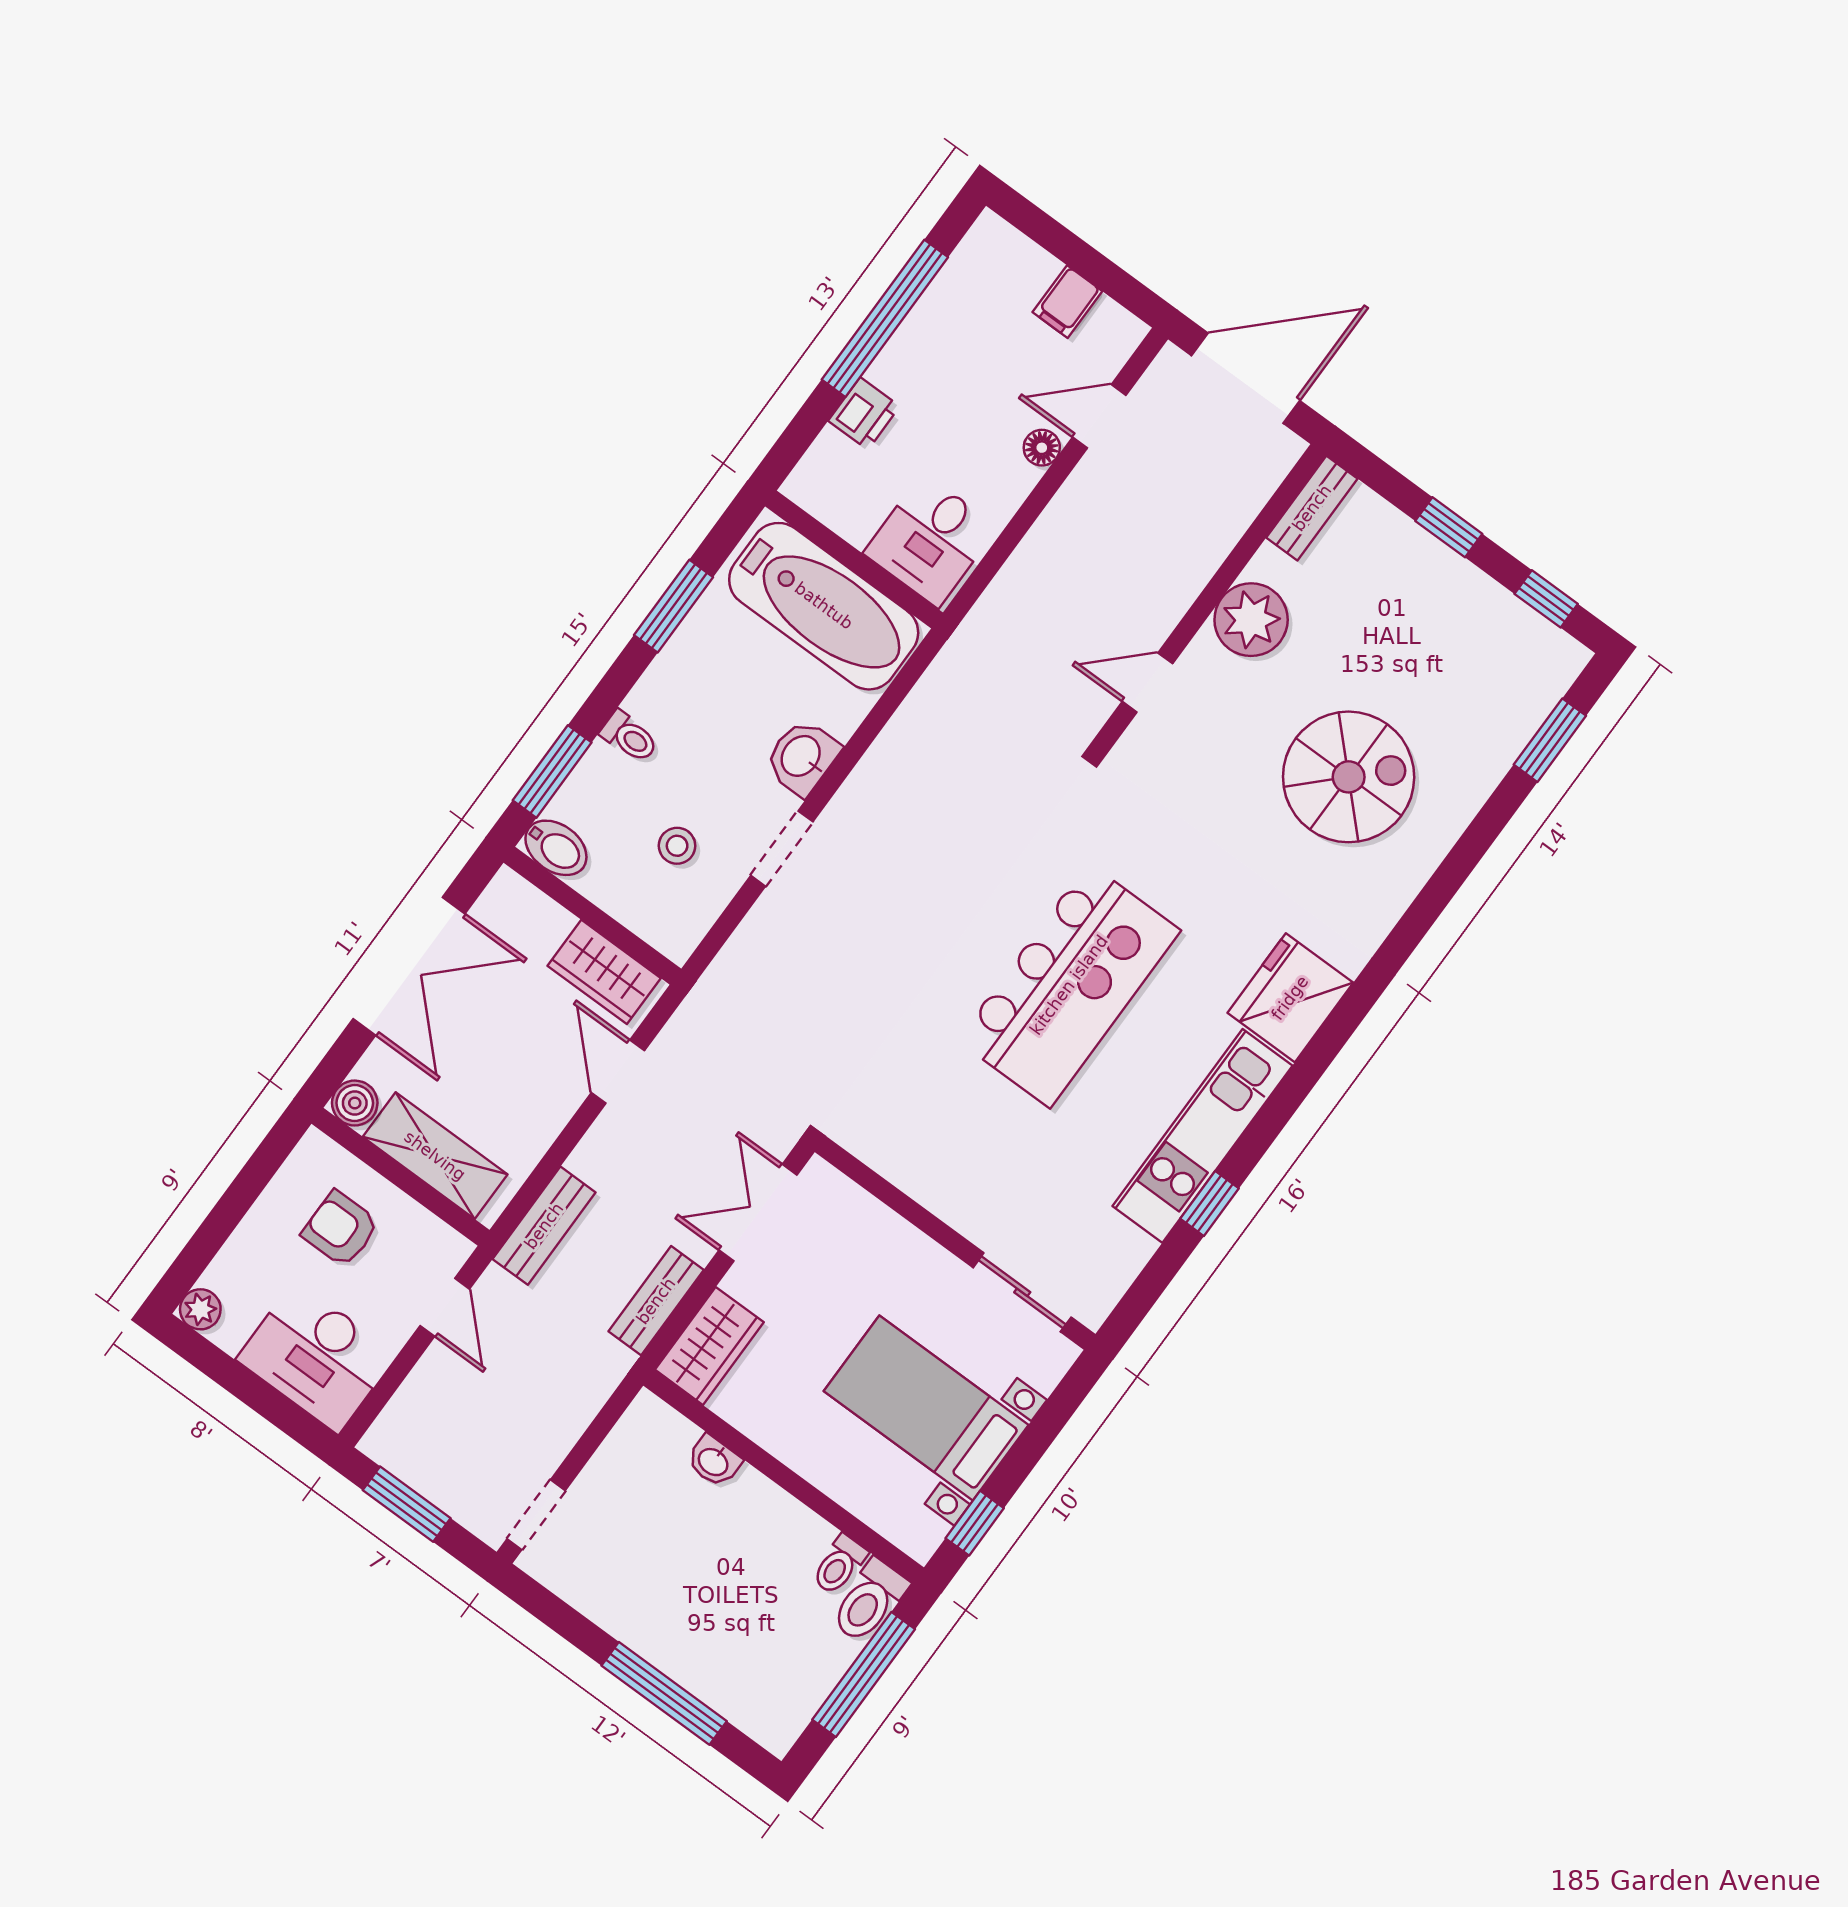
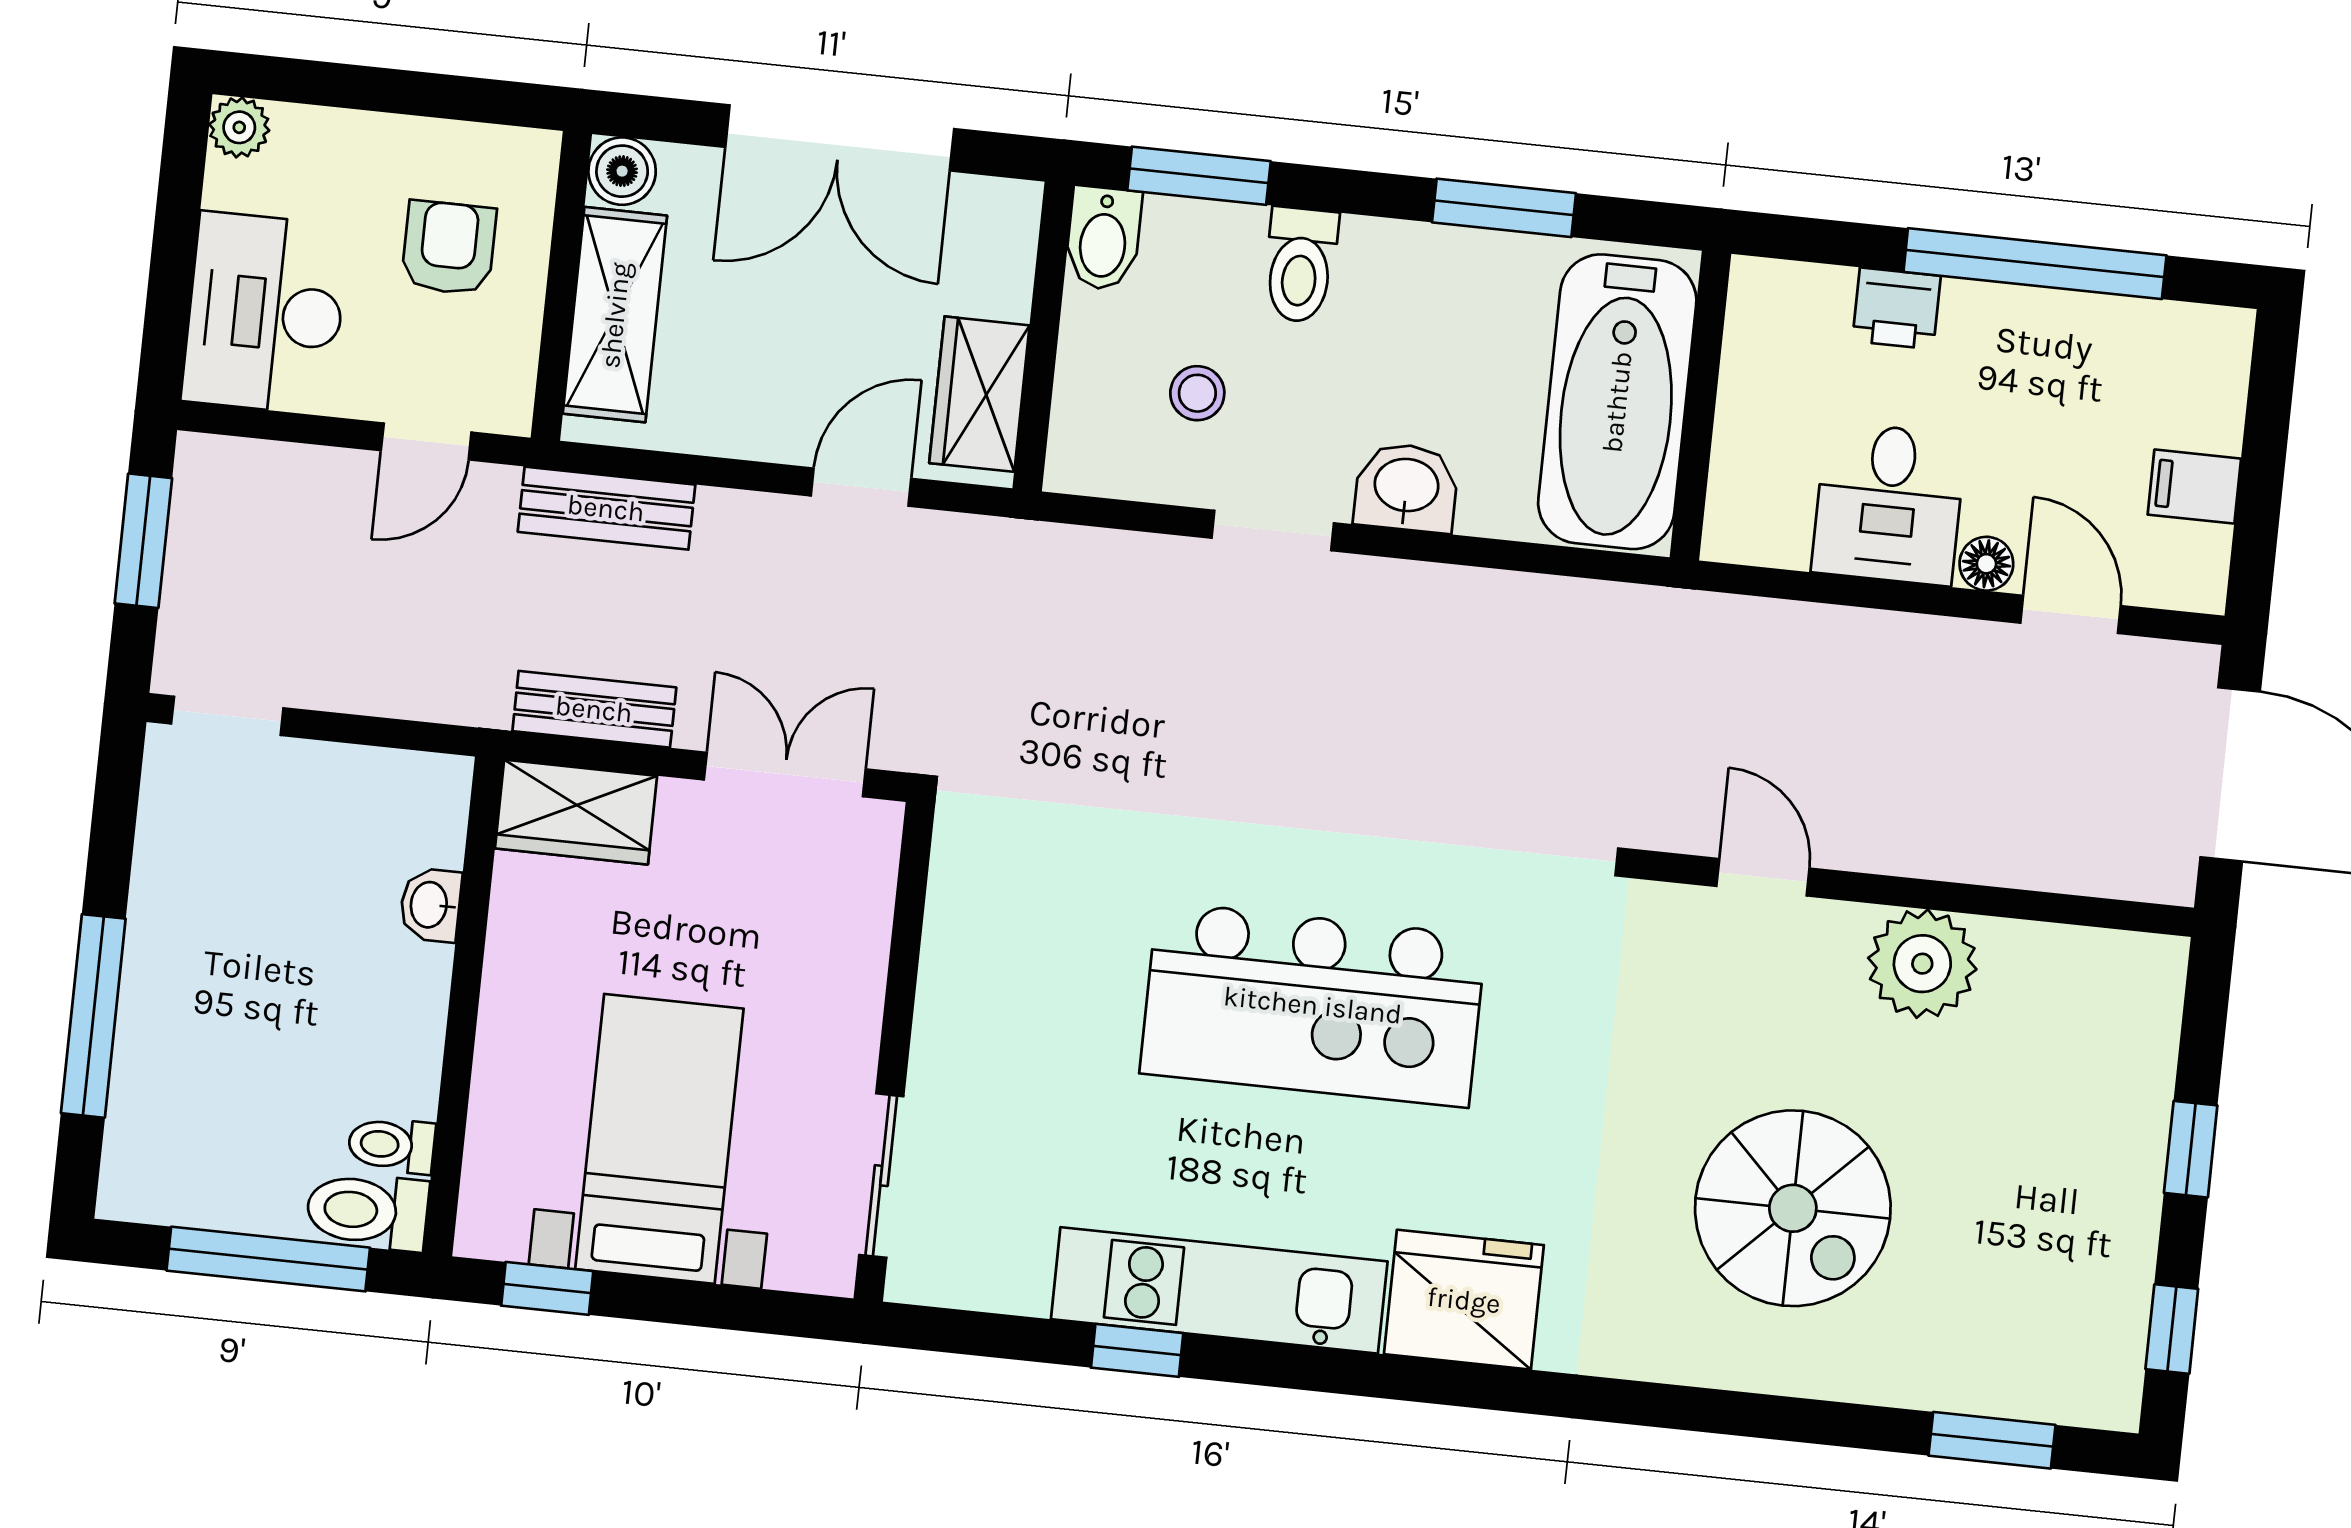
bench: (1312, 508) -> (2112, 958), removed
desk: (930, 540) -> (1889, 504), moved, turned -90
toilet: (629, 737) -> (1300, 265), width x1.37, depth x1.39

